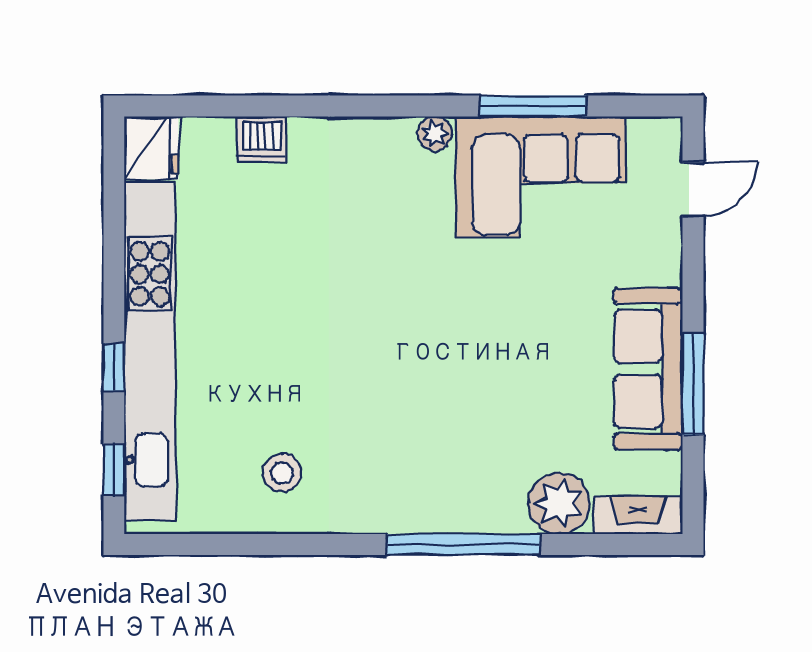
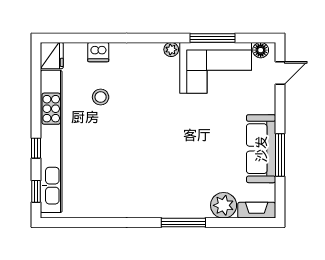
floor lamp: (647, 135) -> (261, 50), added
stool: (282, 473) -> (101, 97), moved
window: (464, 544) -> (183, 223), width x0.68

